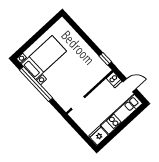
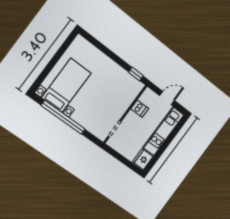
dishwasher: (114, 80) -> (140, 109), moved

